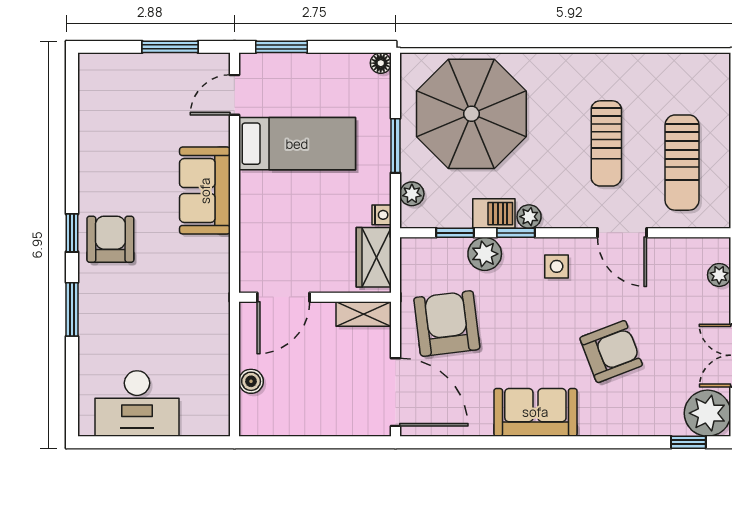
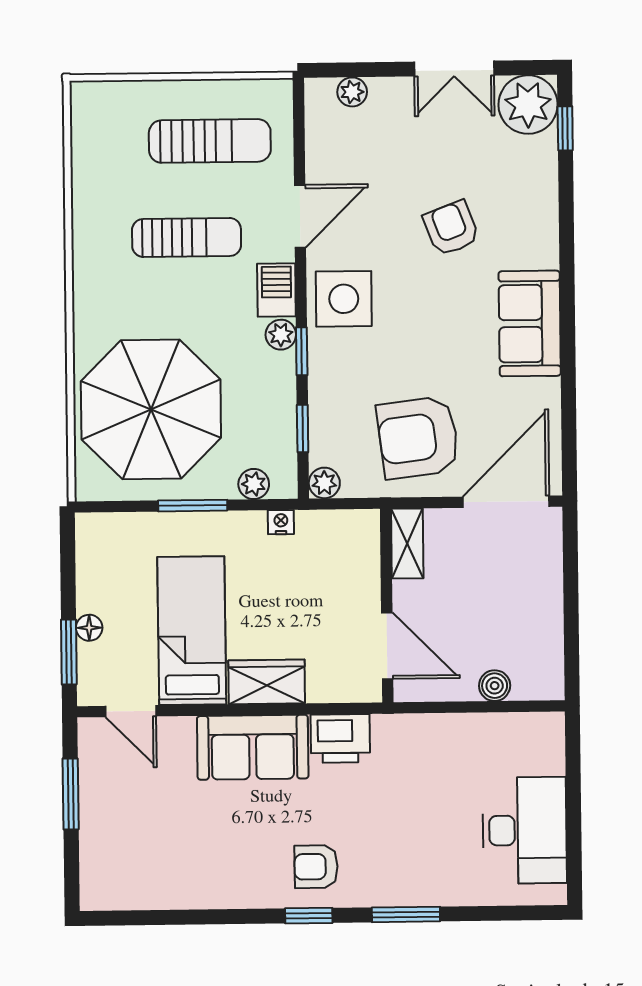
floor lamp: (381, 63) -> (89, 628), moved
barbecue: (494, 214) -> (276, 290), moved
armchair: (110, 239) -> (316, 867), width x0.72, depth x0.72
plant: (485, 254) -> (324, 483), moved, width x0.73, depth x0.73
wardrobe: (374, 257) -> (267, 682), moved, turned 180
printer: (211, 259) -> (340, 738), added
side table: (557, 266) -> (344, 299), width x1.87, depth x1.87
armchair: (611, 352) -> (451, 228), width x0.72, depth x0.72

